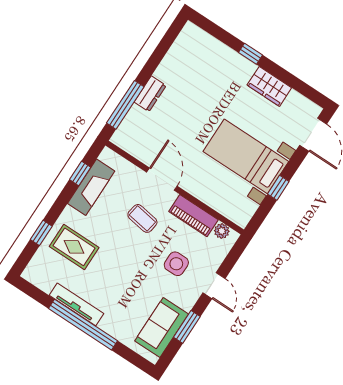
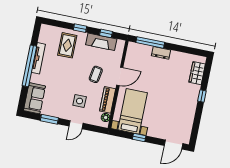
wardrobe: (269, 86) -> (197, 73), moved
bed with nightstands: (246, 156) -> (133, 111), moved
window: (41, 233) -> (80, 28), moved
sofa: (162, 327) -> (34, 98), moved, turned 90

